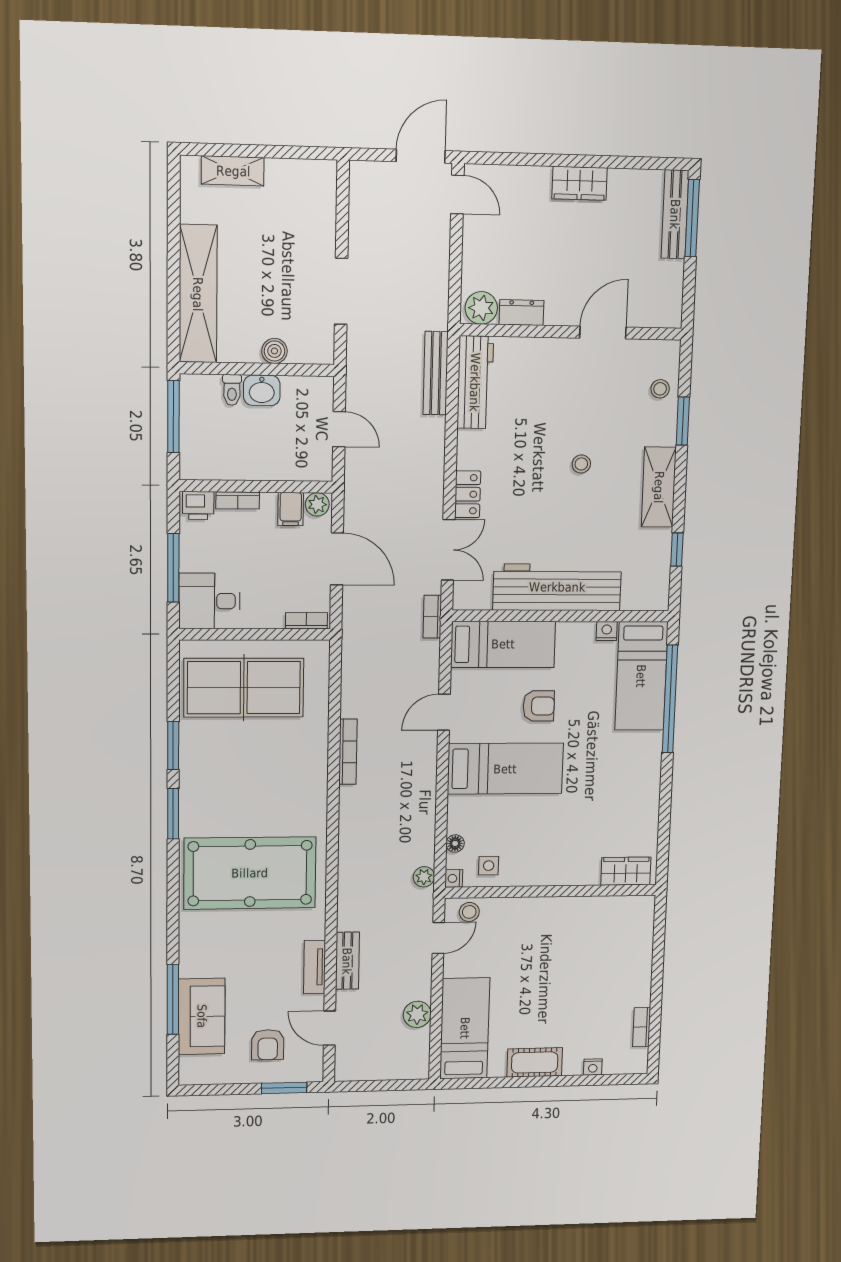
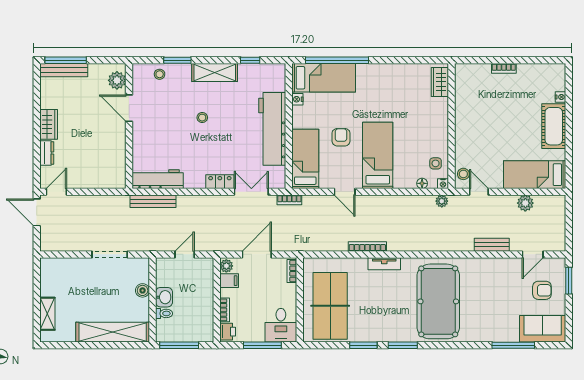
plant: (481, 308) -> (117, 80), moved
dresser: (521, 312) -> (47, 153), moved, turned 180
tv unit: (315, 967) -> (384, 264), moved
sofa: (202, 1016) -> (543, 329), moved
bookcase: (642, 1027) -> (504, 68), moved
cot: (535, 1062) -> (554, 126), width x1.37, depth x1.34

